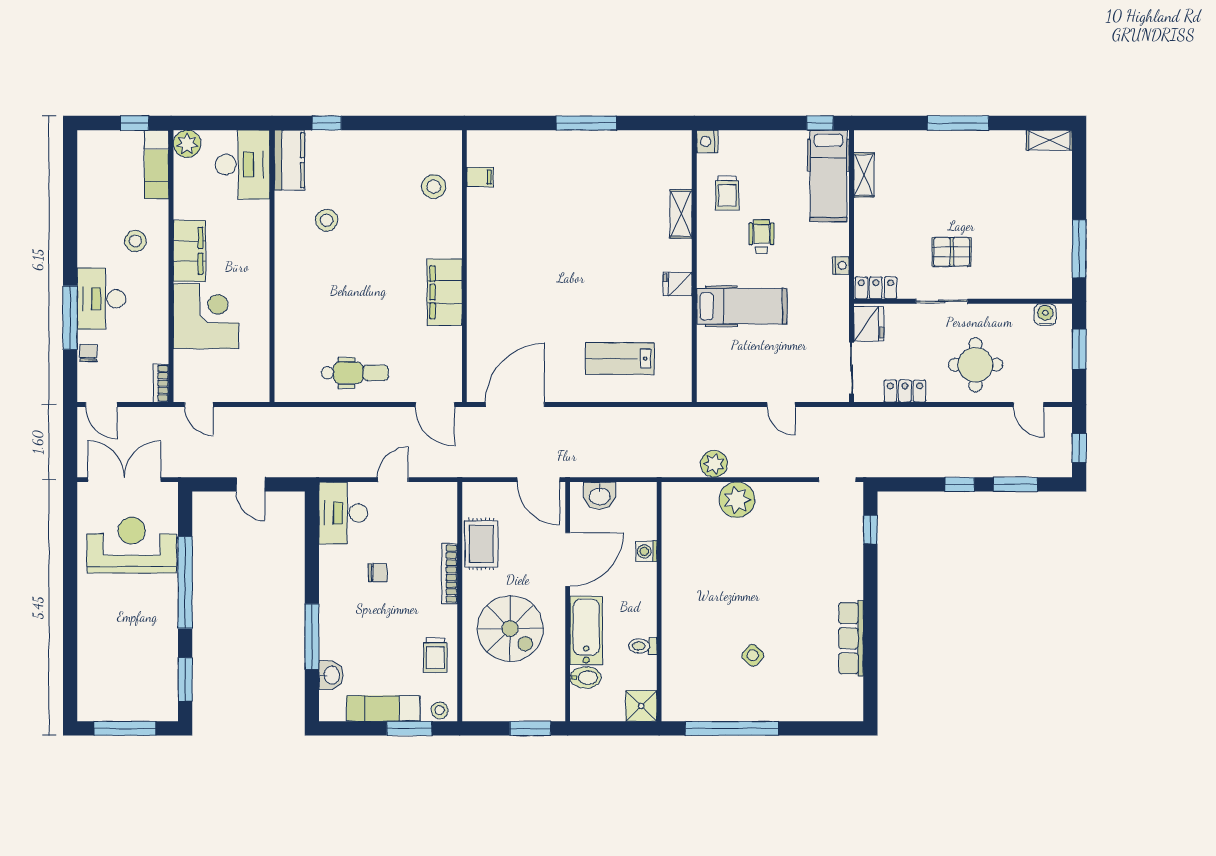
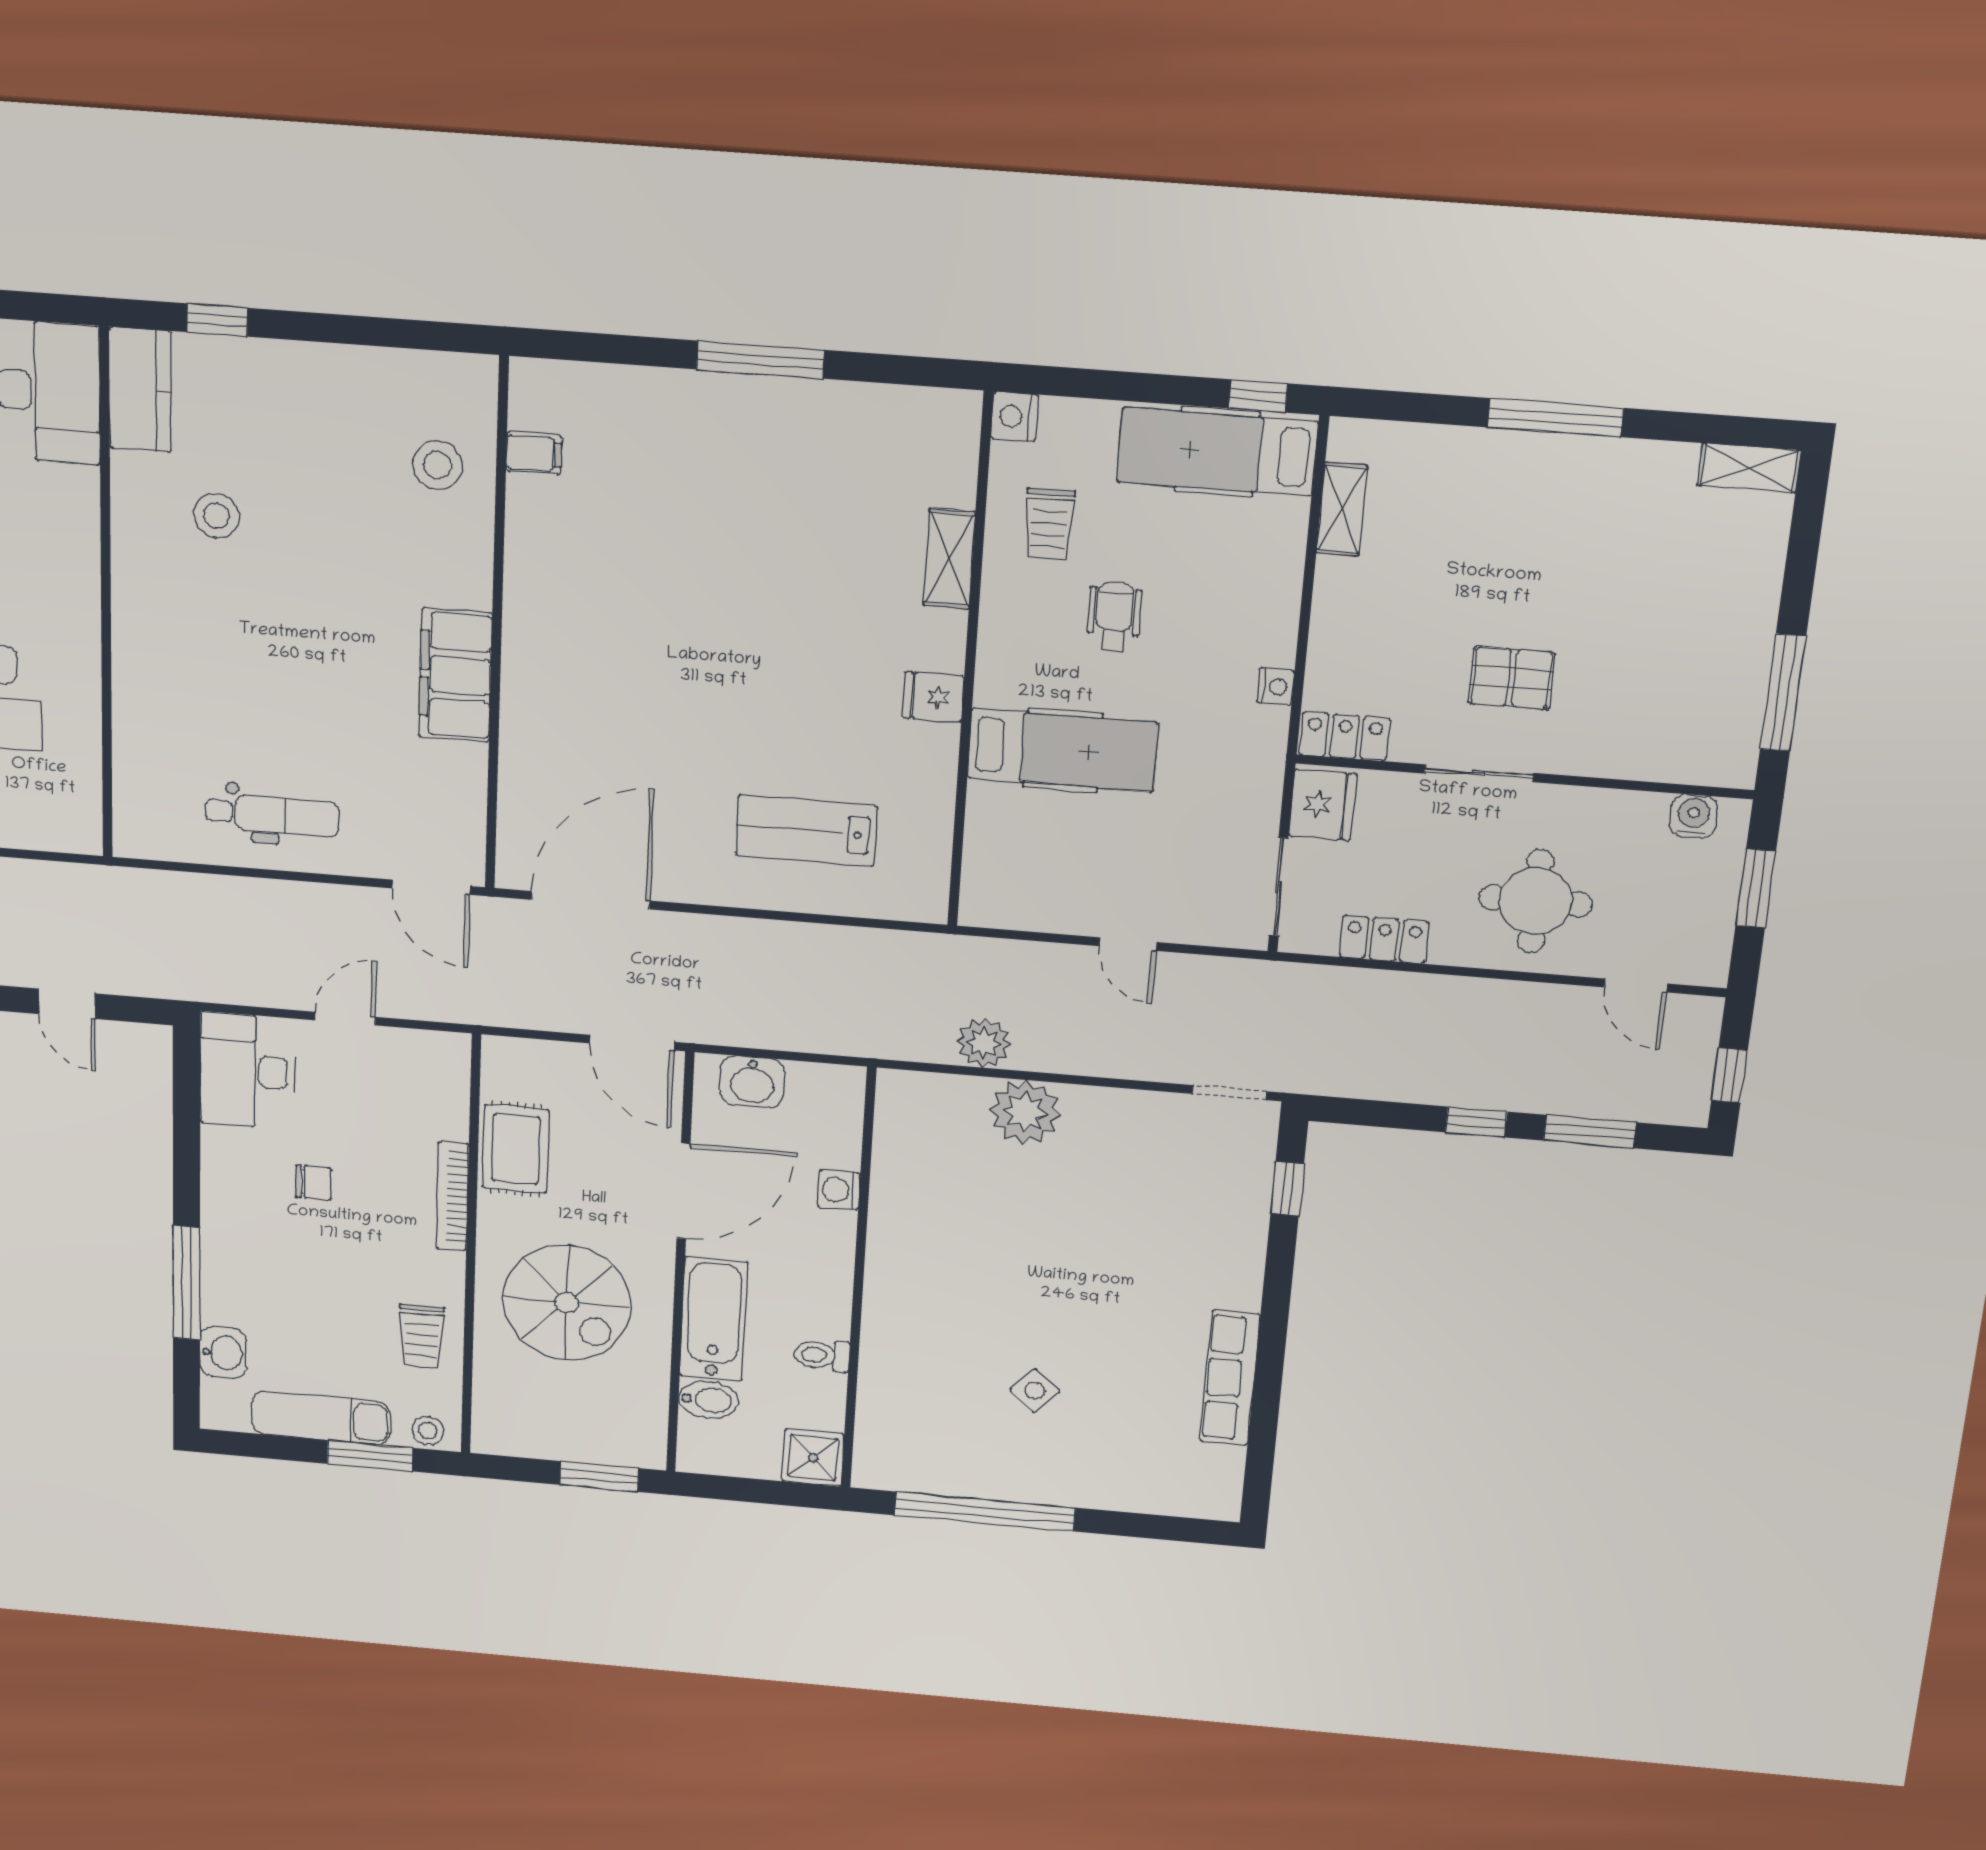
hospital bed: (828, 176) -> (1217, 452), moved, turned 90

